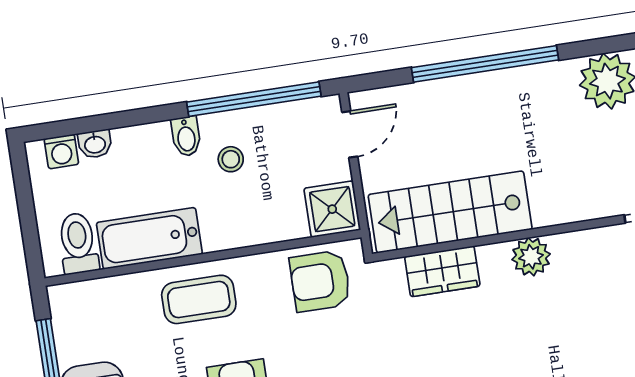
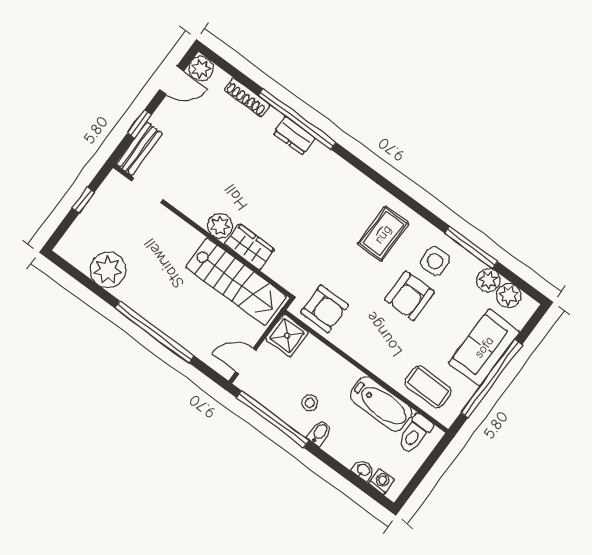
wardrobe: (442, 271) -> (250, 247), moved
coffee table: (199, 299) -> (428, 387), moved

